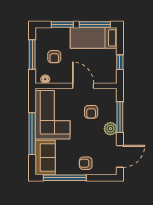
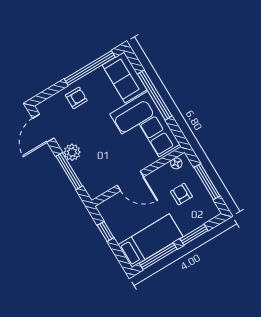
armchair: (91, 112) -> (104, 158), removed

